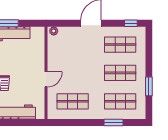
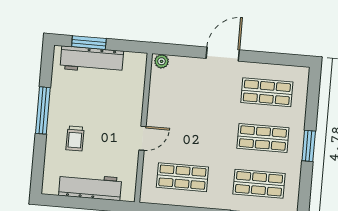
window: (131, 23) -> (287, 60), removed
window: (149, 86) -> (309, 146), moved

